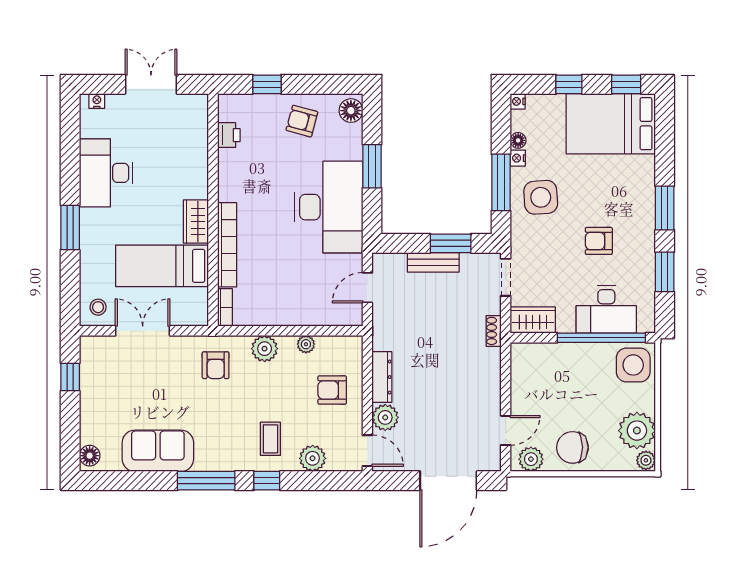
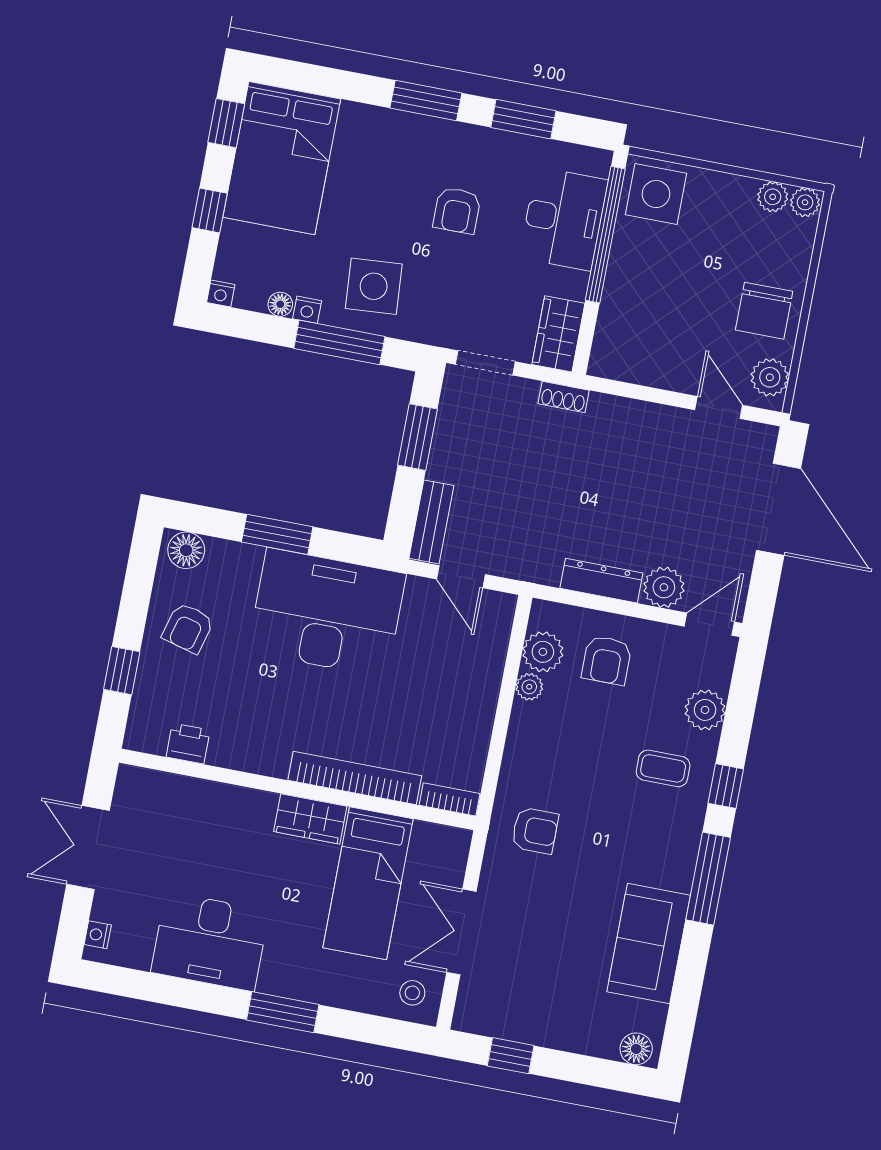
bench: (433, 262) -> (431, 522), moved
plant: (265, 349) -> (543, 652), moved
plant: (637, 431) -> (773, 197), width x0.53, depth x0.53

